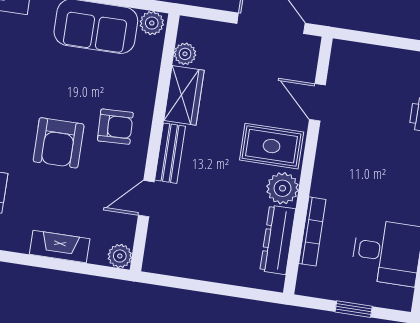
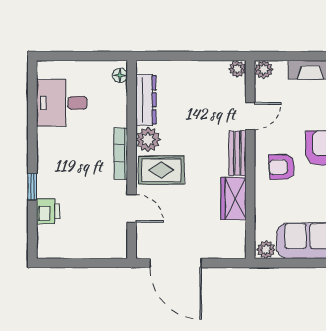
plant: (185, 54) -> (237, 69), moved
bookcase: (312, 231) -> (121, 153), moved
floor lamp: (306, 277) -> (120, 75), added
window: (354, 309) -> (80, 56), removed

